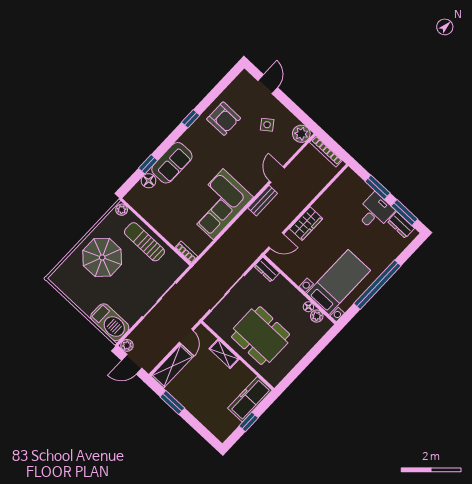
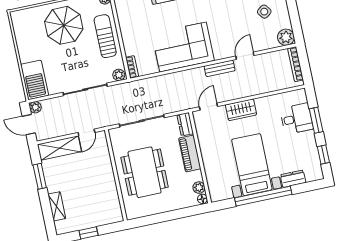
desk: (375, 212) -> (297, 119), moved
window: (404, 213) -> (323, 154), width x0.67
dresser: (401, 225) -> (293, 179), moved, turned 90
door: (276, 240) -> (208, 107), swing flipped
plant: (180, 267) -> (119, 75), added
bed with nightstands: (338, 282) -> (252, 165), moved, turned -90
piano: (288, 292) -> (190, 153), added
floor lamp: (308, 307) -> (202, 199), moved
shelving: (224, 354) -> (57, 206), moved
freezer: (250, 399) -> (102, 216), removed

